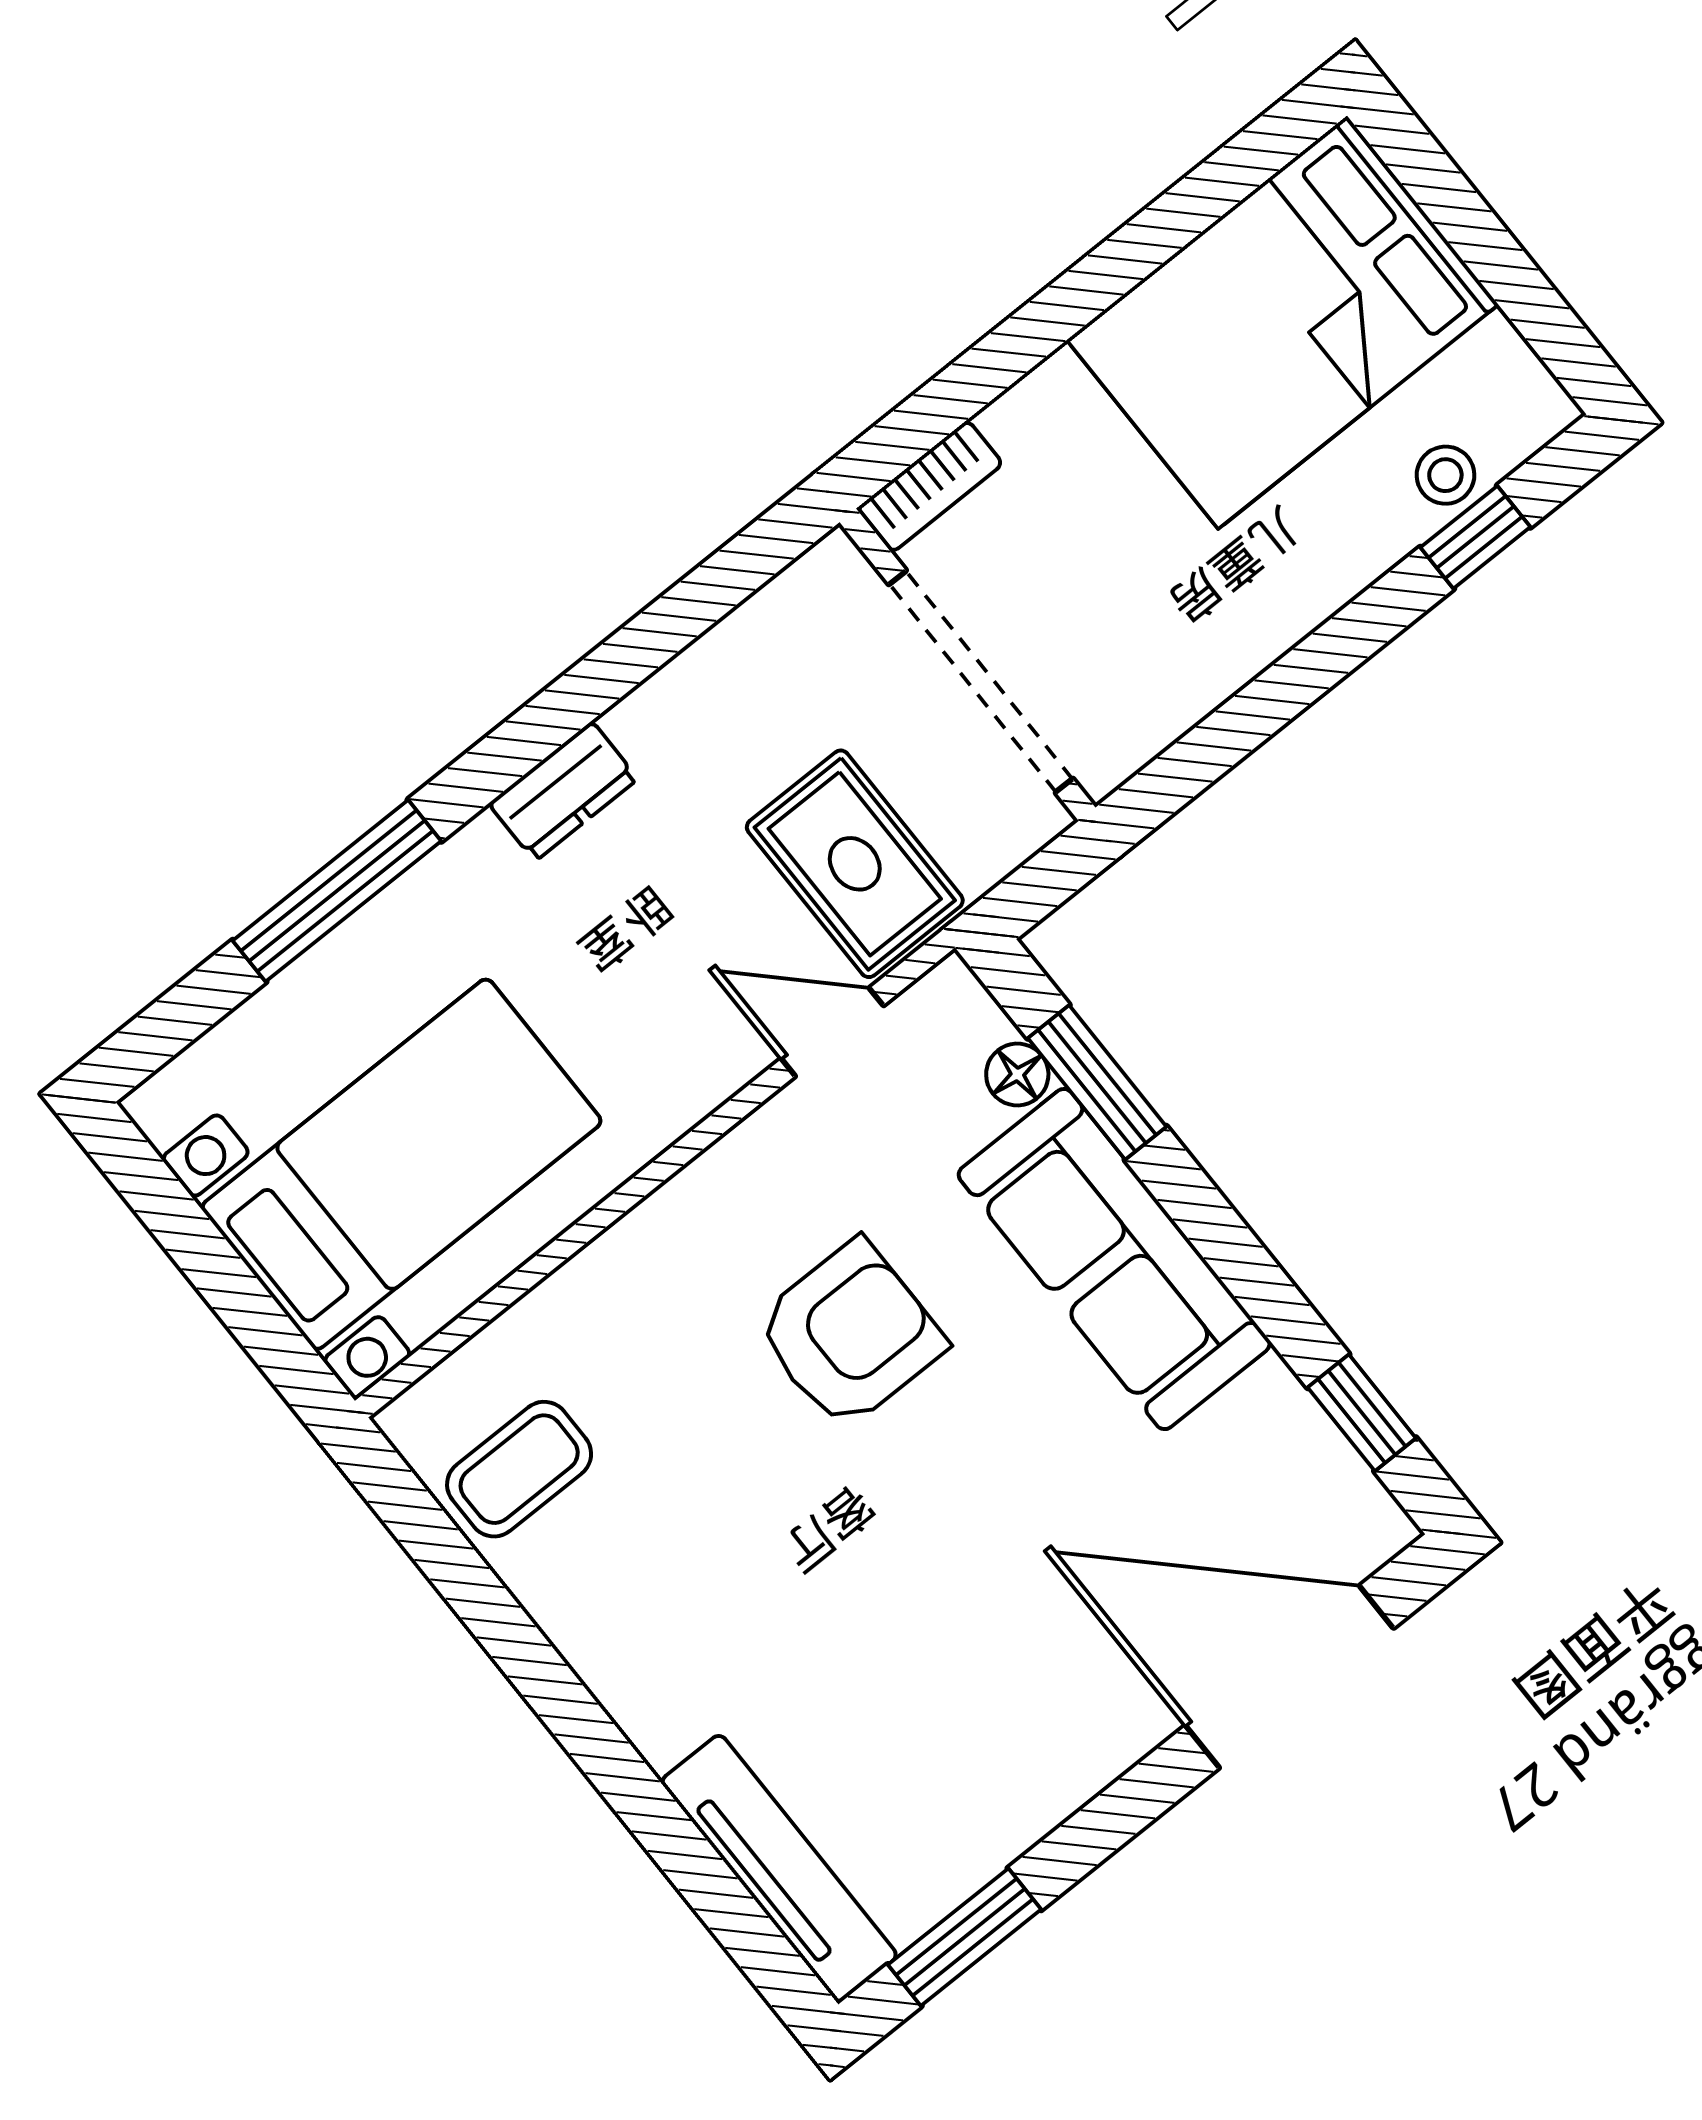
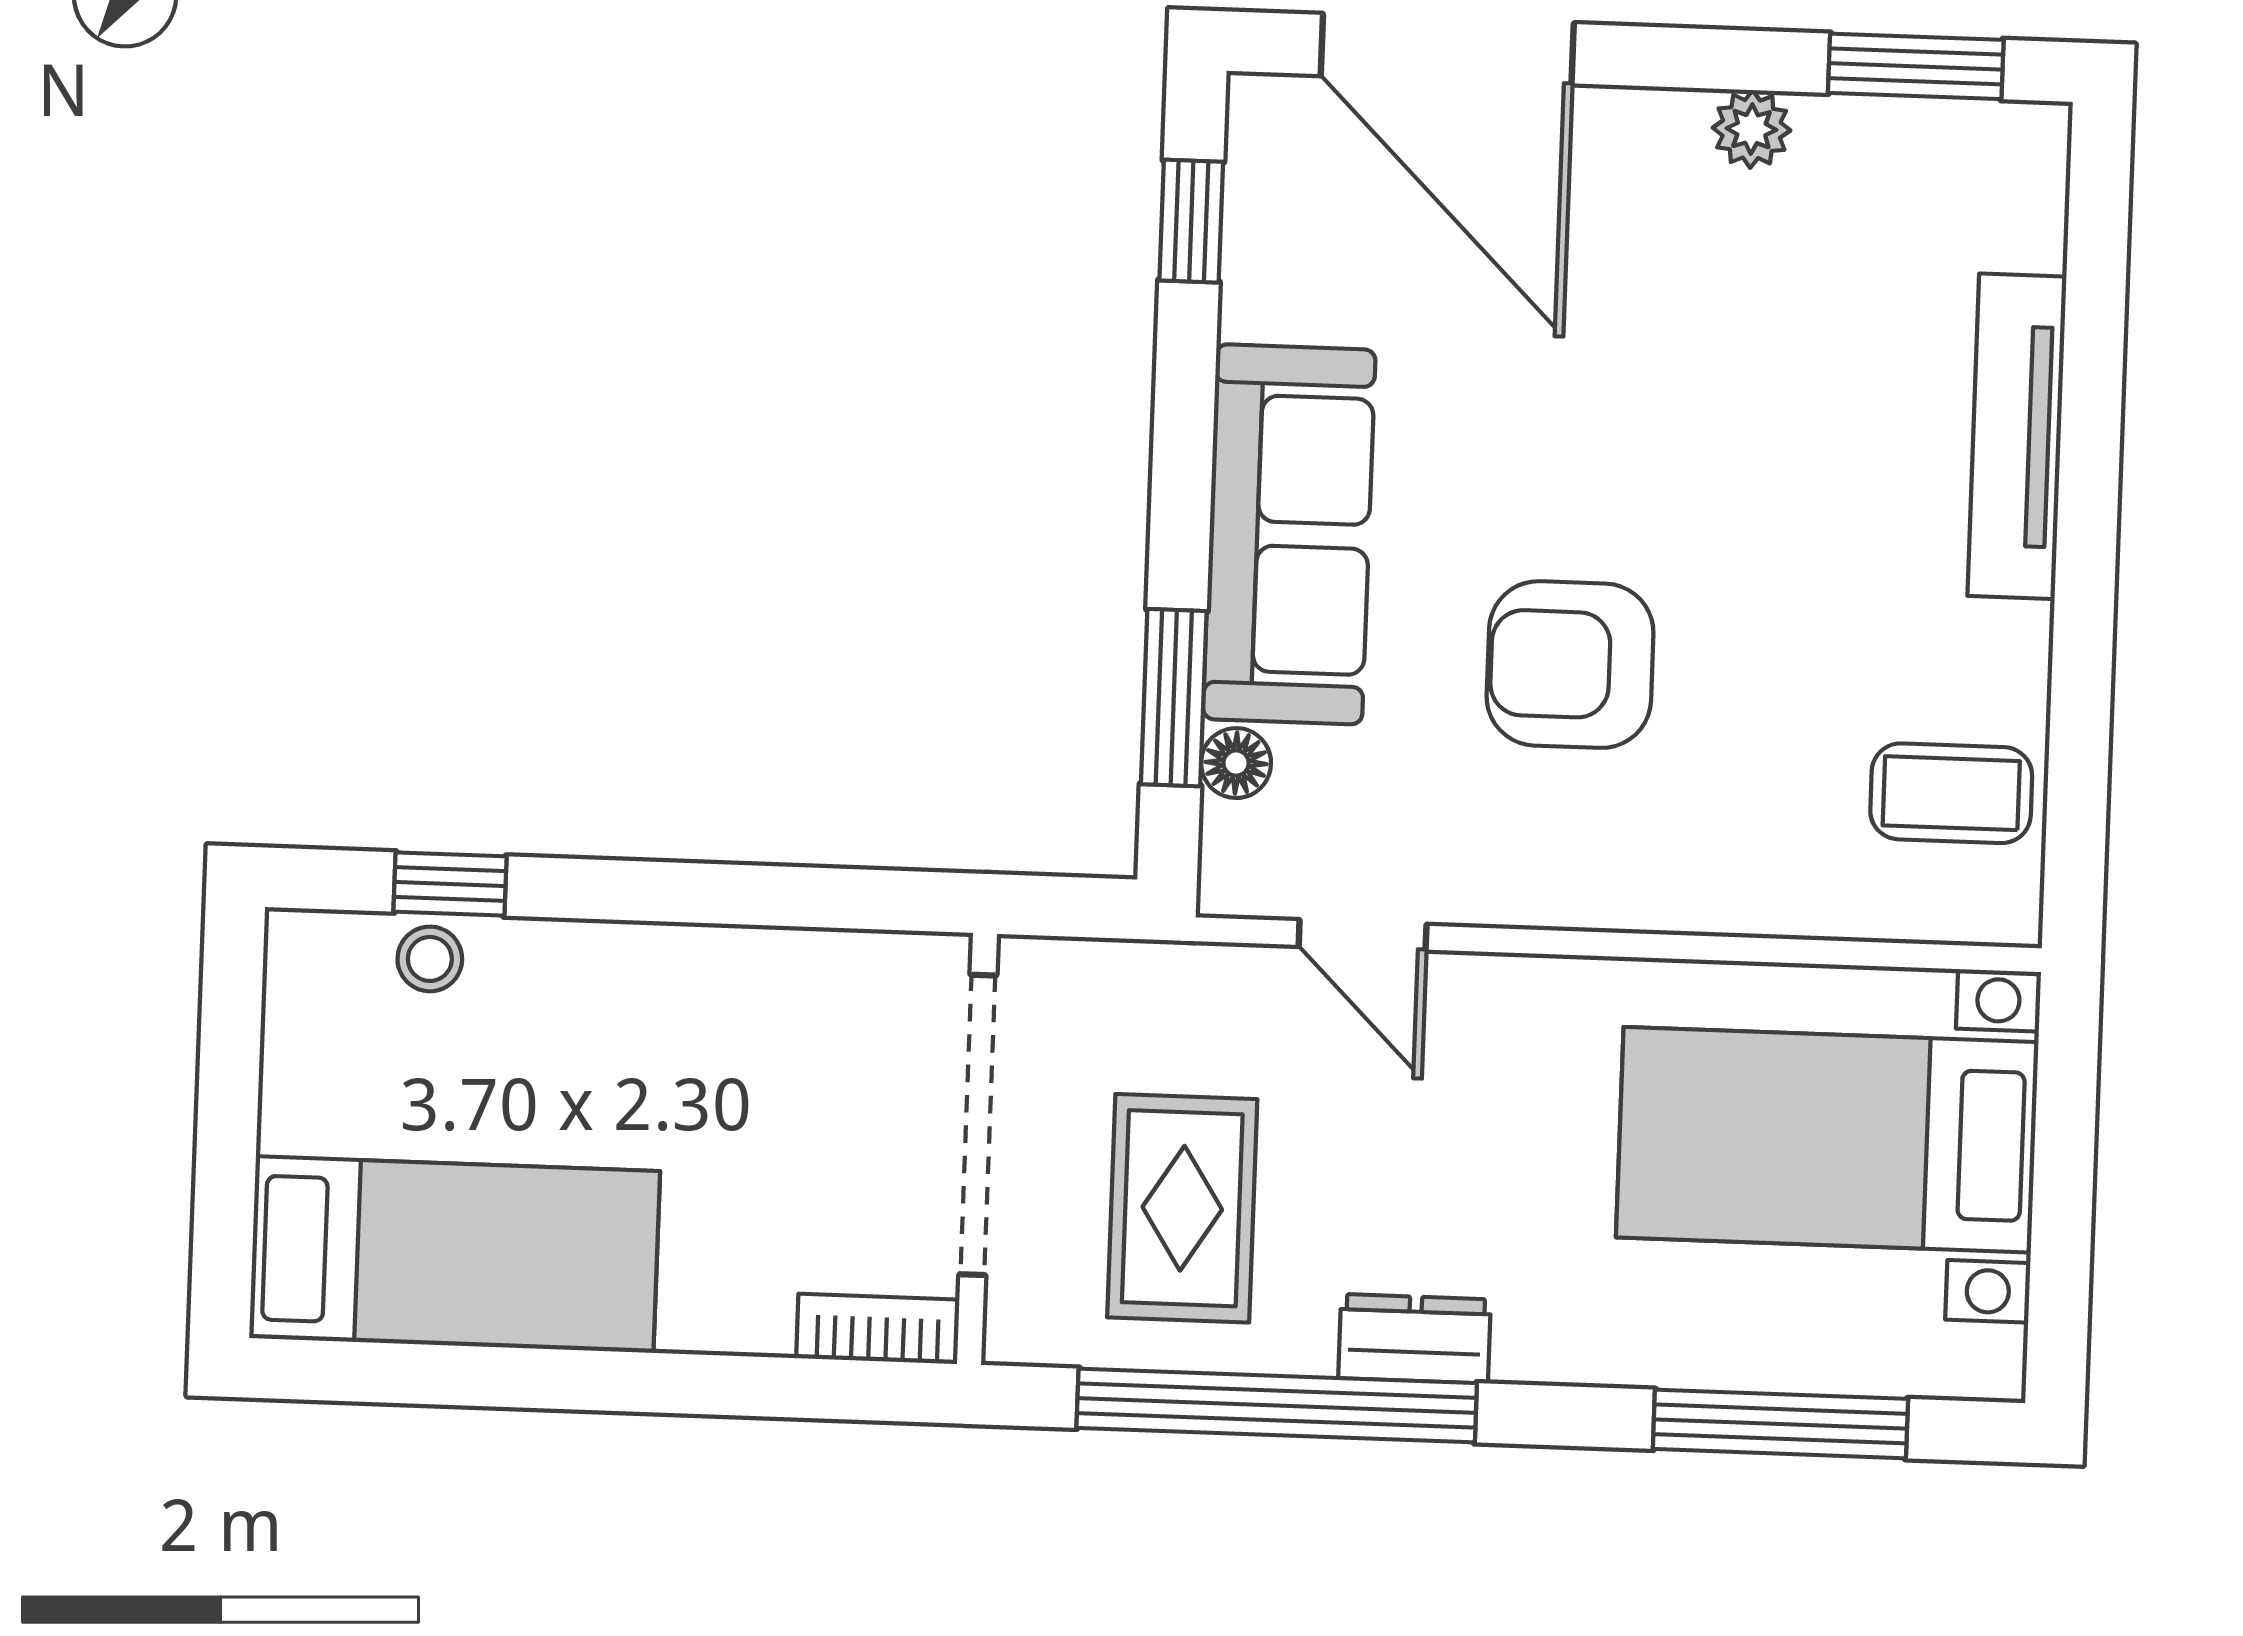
bed: (1283, 322) -> (455, 1255), width x0.67
window: (617, 666) -> (1277, 1405), added
rug: (855, 864) -> (1182, 1208), moved
window: (337, 891) -> (1780, 1424), moved
plant: (1039, 1800) -> (1752, 129), added
tv unit: (779, 1868) -> (2017, 436), moved

